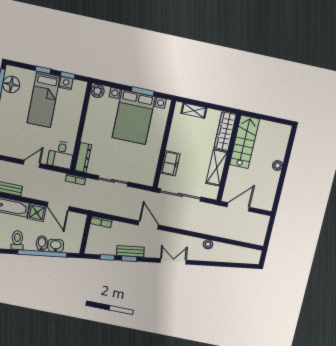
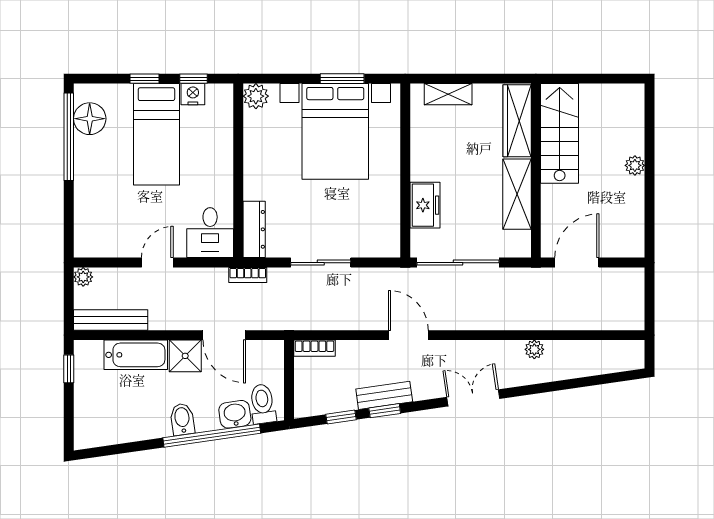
toilet: (17, 240) -> (263, 404), moved
bidet: (42, 244) -> (182, 419), moved

